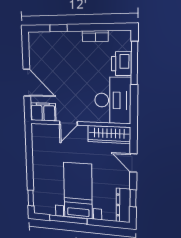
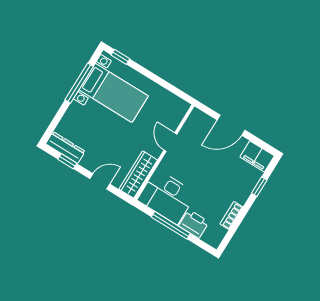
window: (134, 63) -> (171, 225), moved
filing cabinet: (43, 112) -> (257, 156), moved, turned 90
bed with nightstands: (78, 191) -> (114, 93), moved

